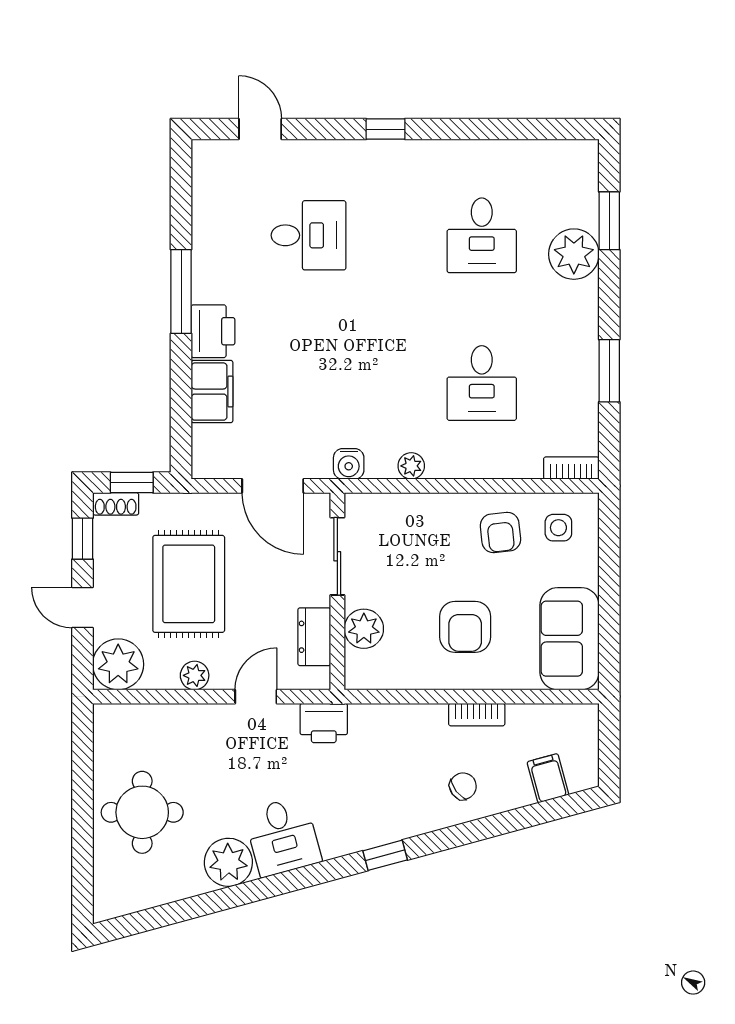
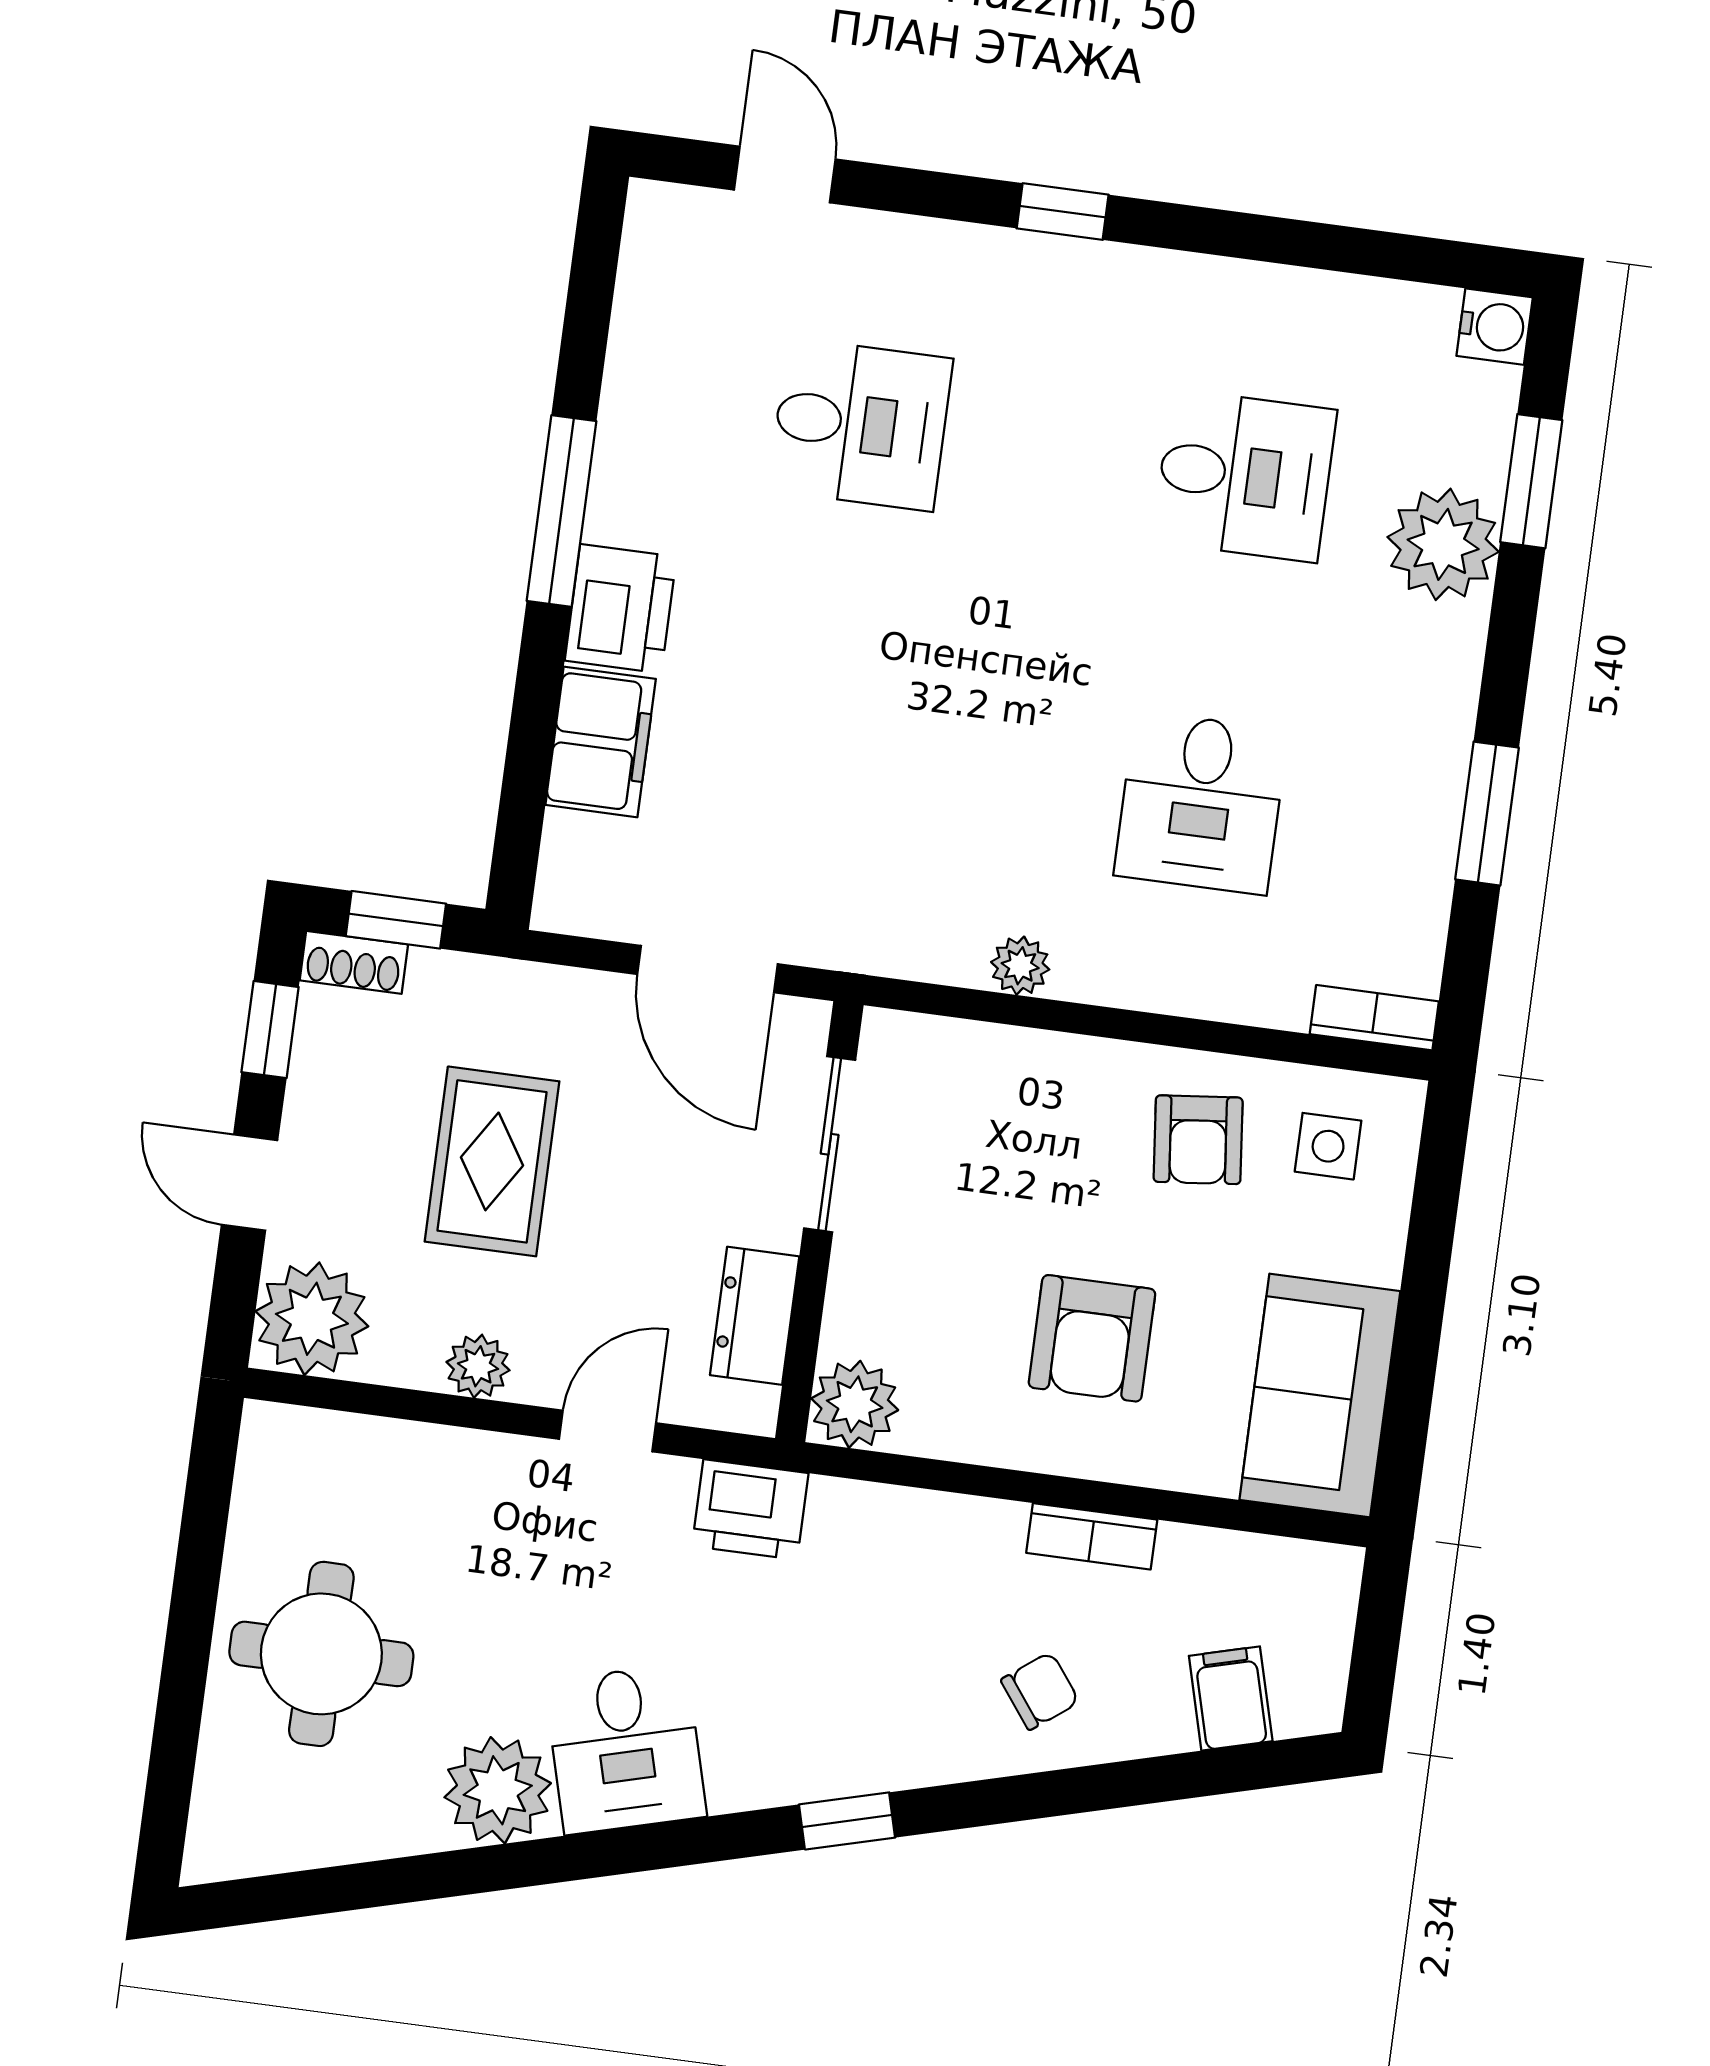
desk: (482, 235) -> (1245, 476), turned -90
water cooler: (349, 464) -> (1495, 327), moved, turned -90
rug: (189, 584) -> (492, 1161), width x0.73, depth x0.70
plant: (364, 629) -> (855, 1404), moved

